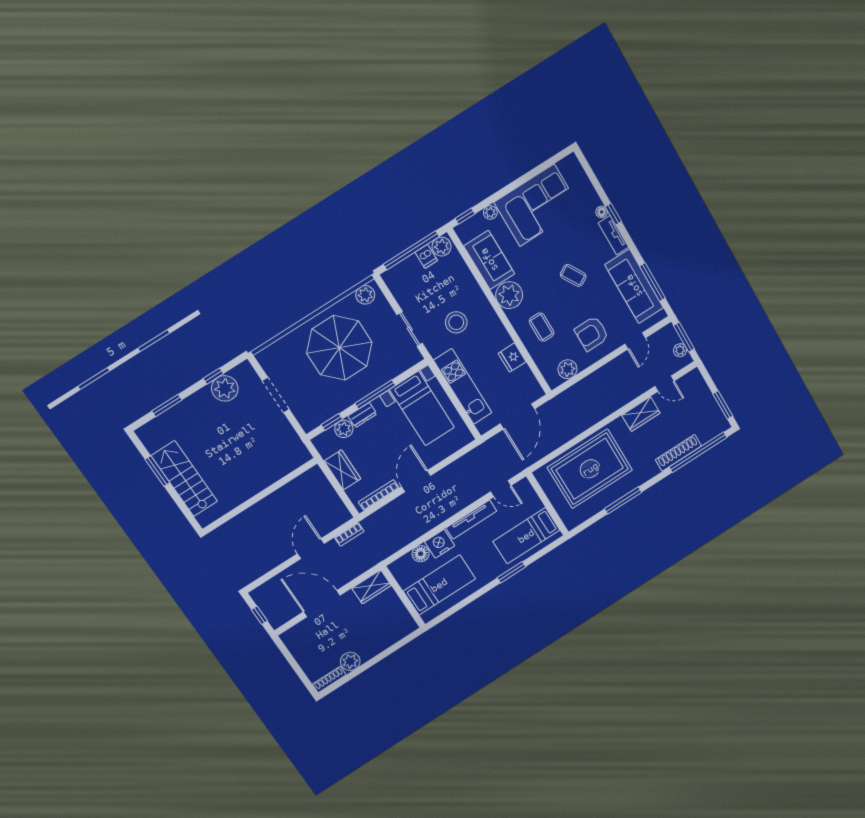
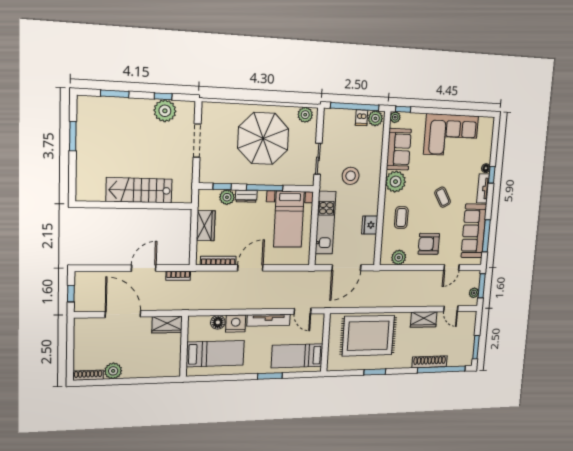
plant: (490, 212) -> (395, 117), moved
stairs: (184, 479) -> (139, 190), moved, turned -90
window: (623, 500) -> (375, 372), width x0.69

